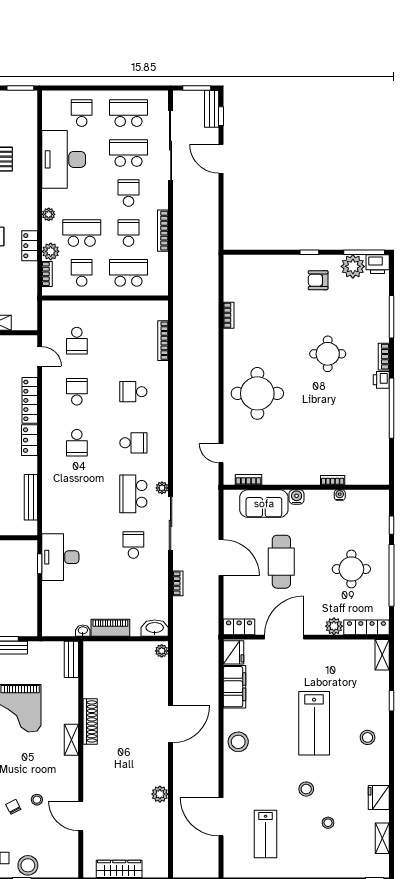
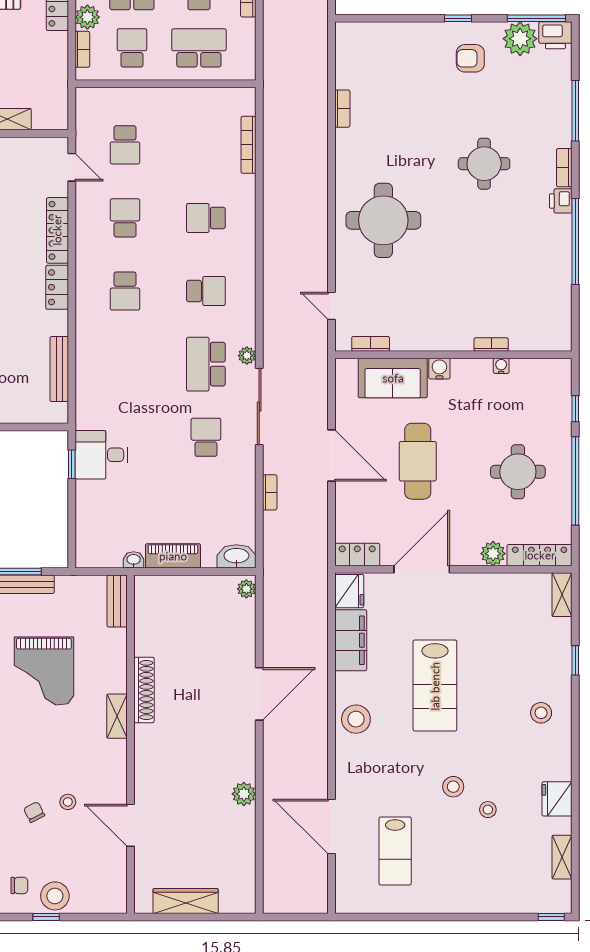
desk: (60, 557) -> (101, 455), width x0.73
lab bench: (314, 723) -> (435, 686), moved
stool: (328, 823) -> (488, 810), moved

